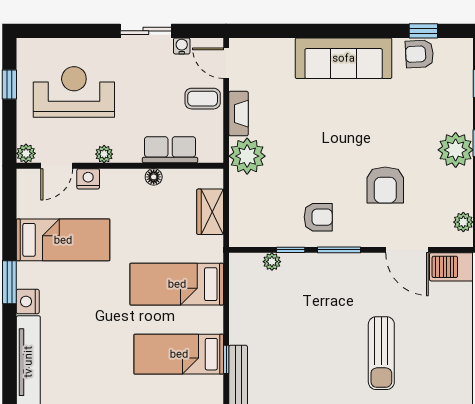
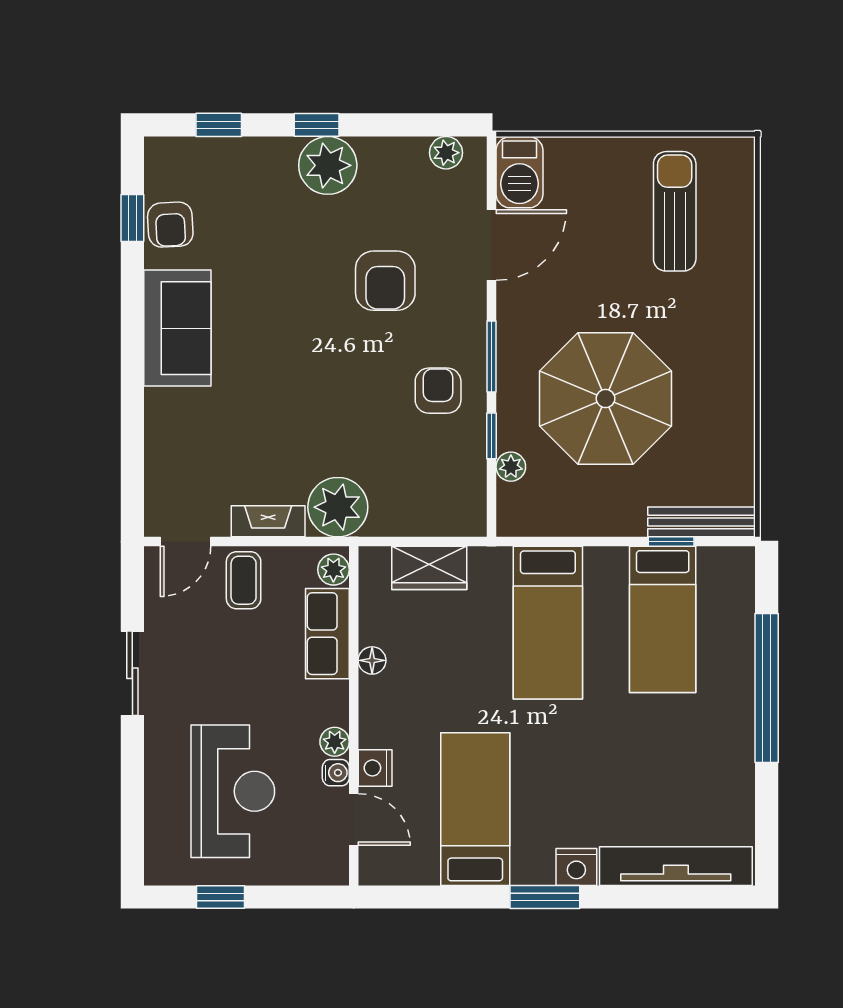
water cooler: (182, 46) -> (336, 773), moved, turned 180
sofa: (344, 58) -> (177, 328), width x0.73
reception desk: (74, 92) -> (233, 791), turned 180
plant: (26, 153) -> (333, 570), moved
armchair: (385, 185) -> (385, 281), turned 90
parasol: (313, 319) -> (606, 399), added
sun lounger: (381, 353) -> (675, 211), moved, turned -90

